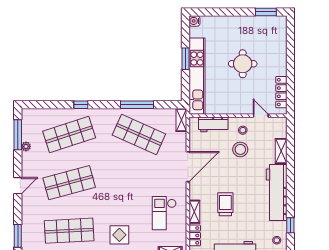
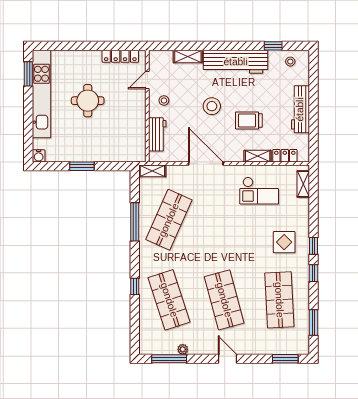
kitchen unit: (197, 76) -> (41, 94), moved, turned 90
stool: (240, 149) -> (212, 106), moved

